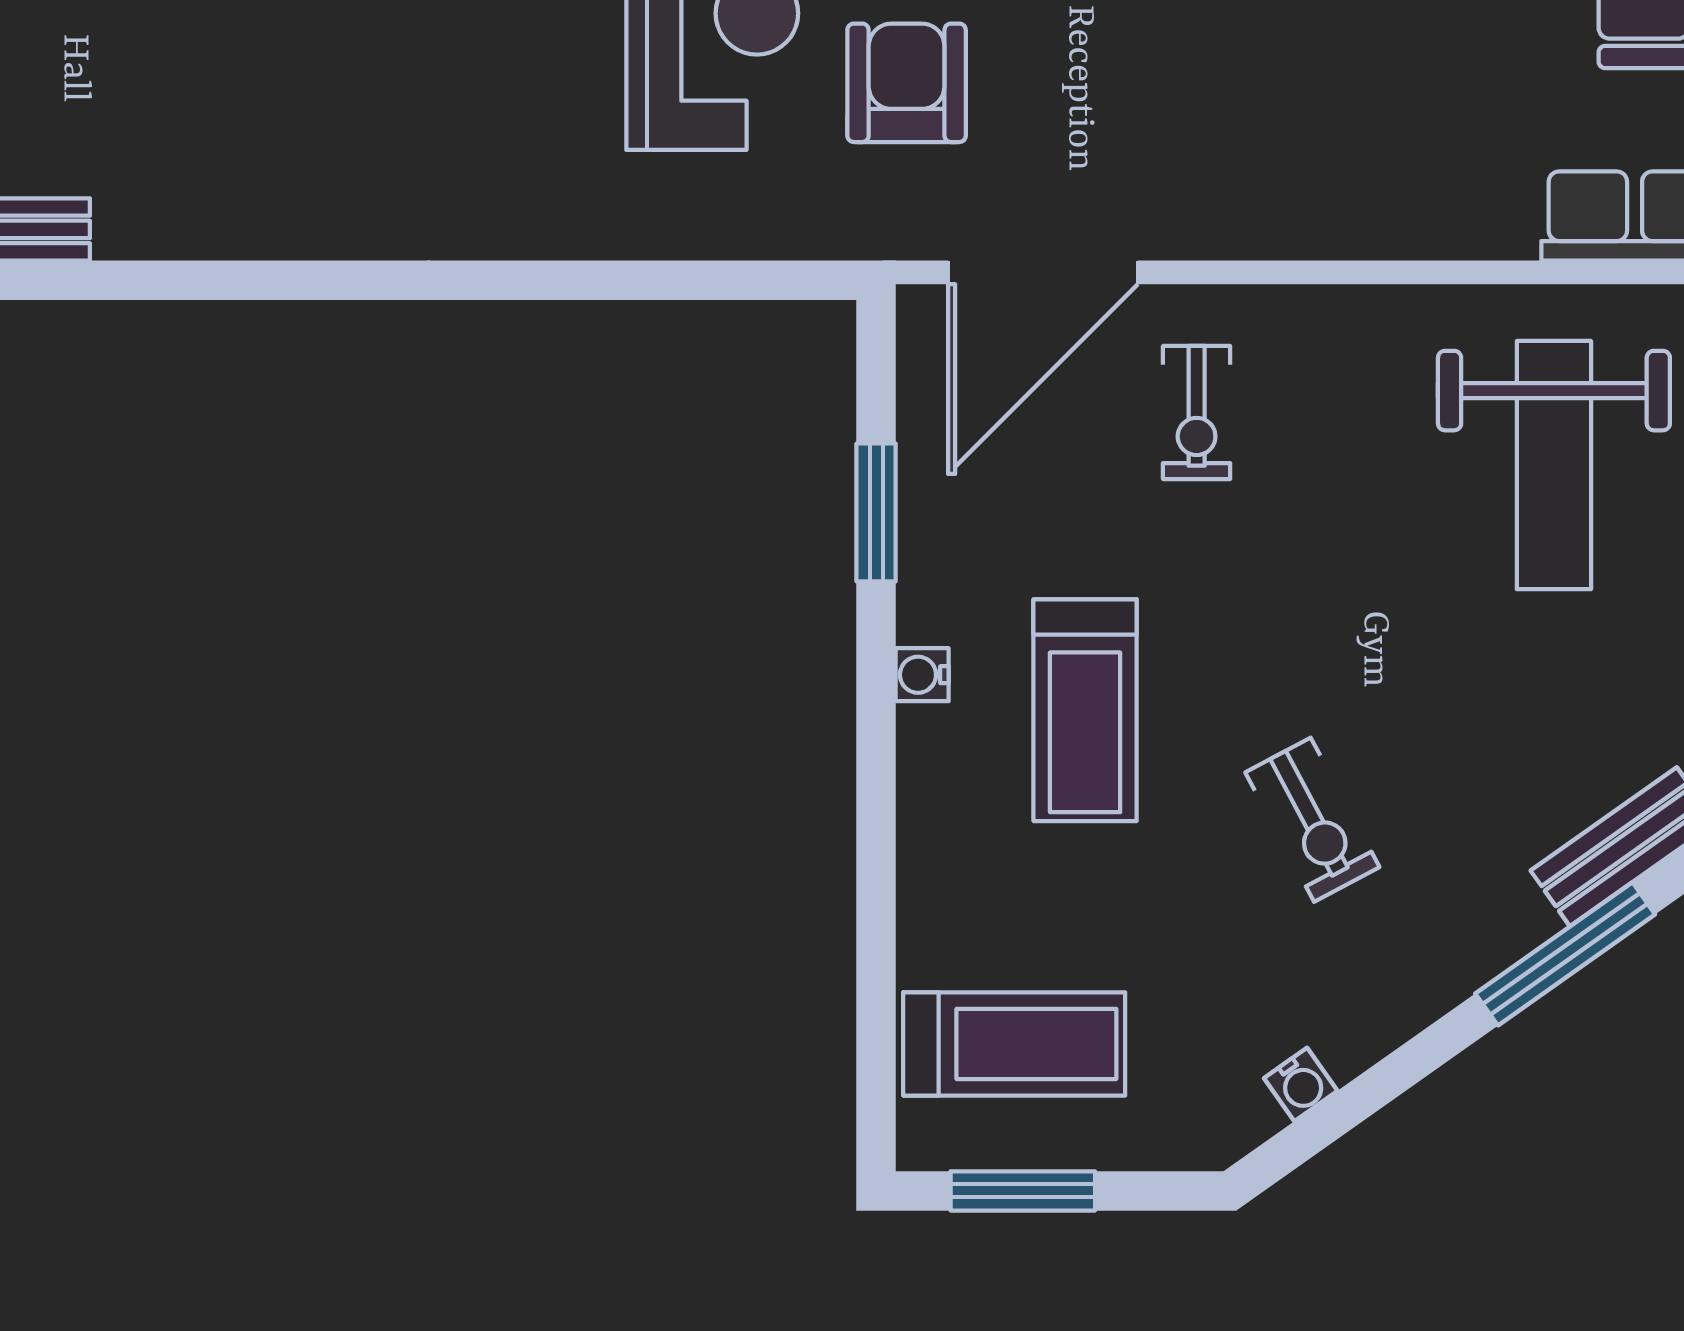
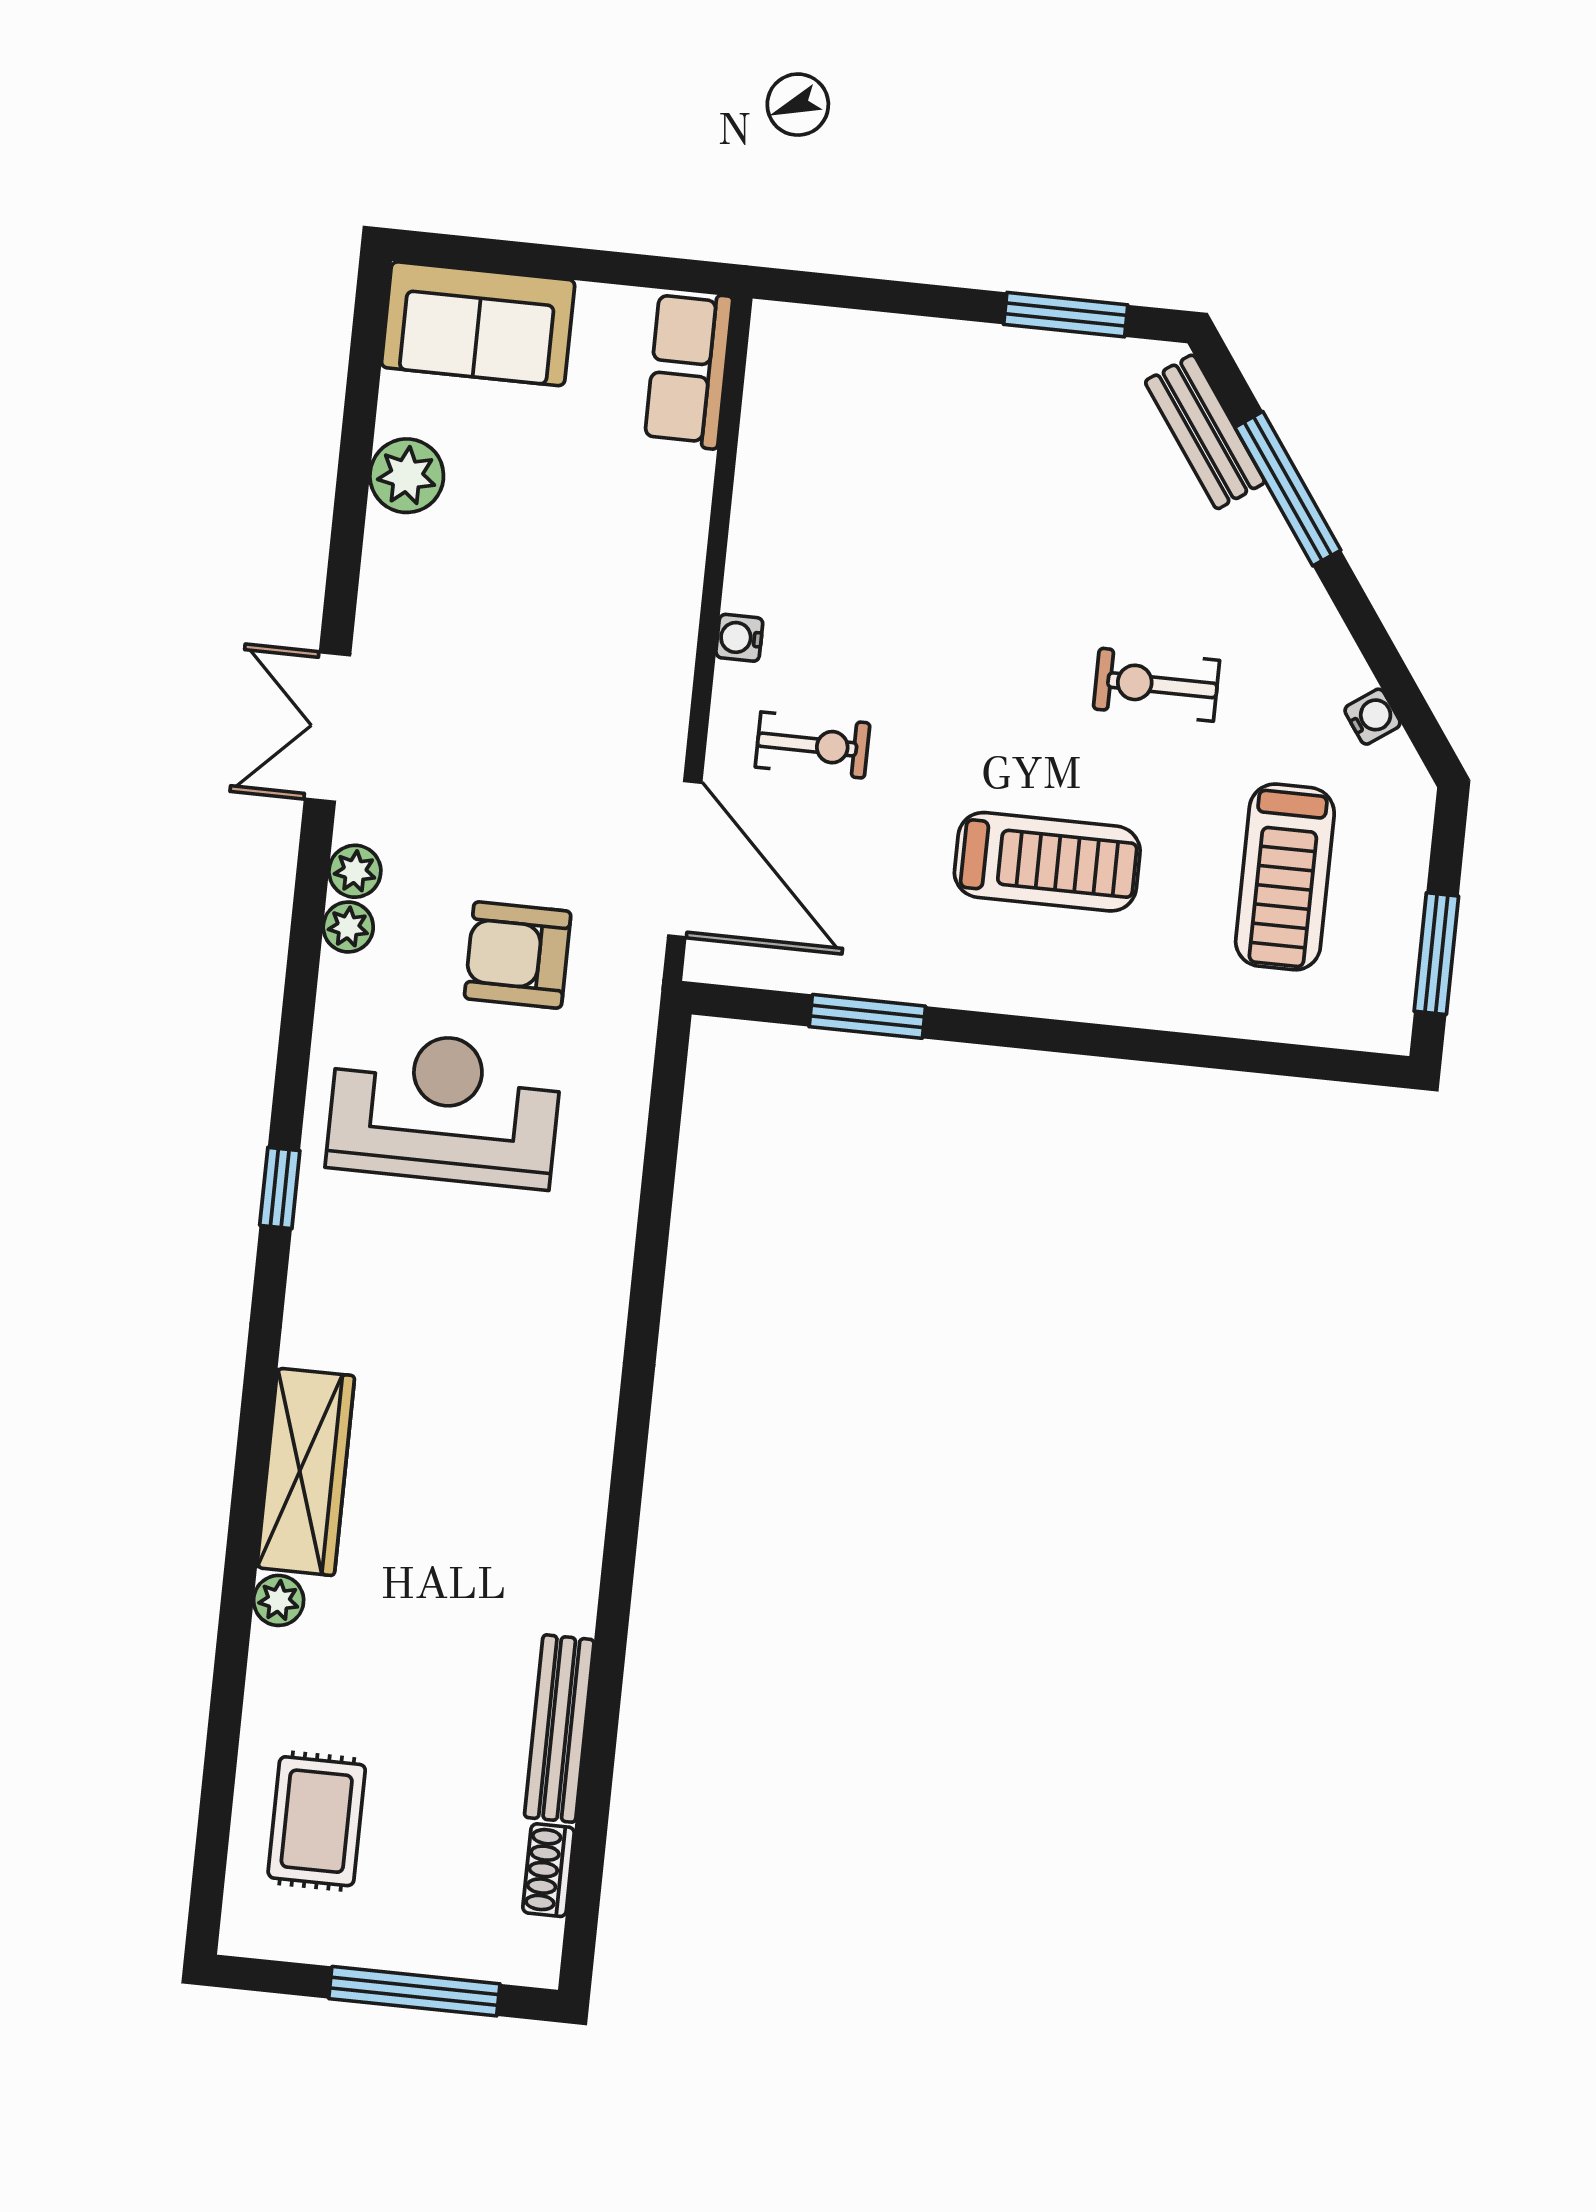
weight bench: (1554, 465) -> (886, 456), removed
water cooler: (922, 675) -> (739, 638), moved, turned 90
exercise bike: (1312, 820) -> (1156, 685), turned -152
treadmill: (1014, 1044) -> (1285, 877), moved, turned 180

